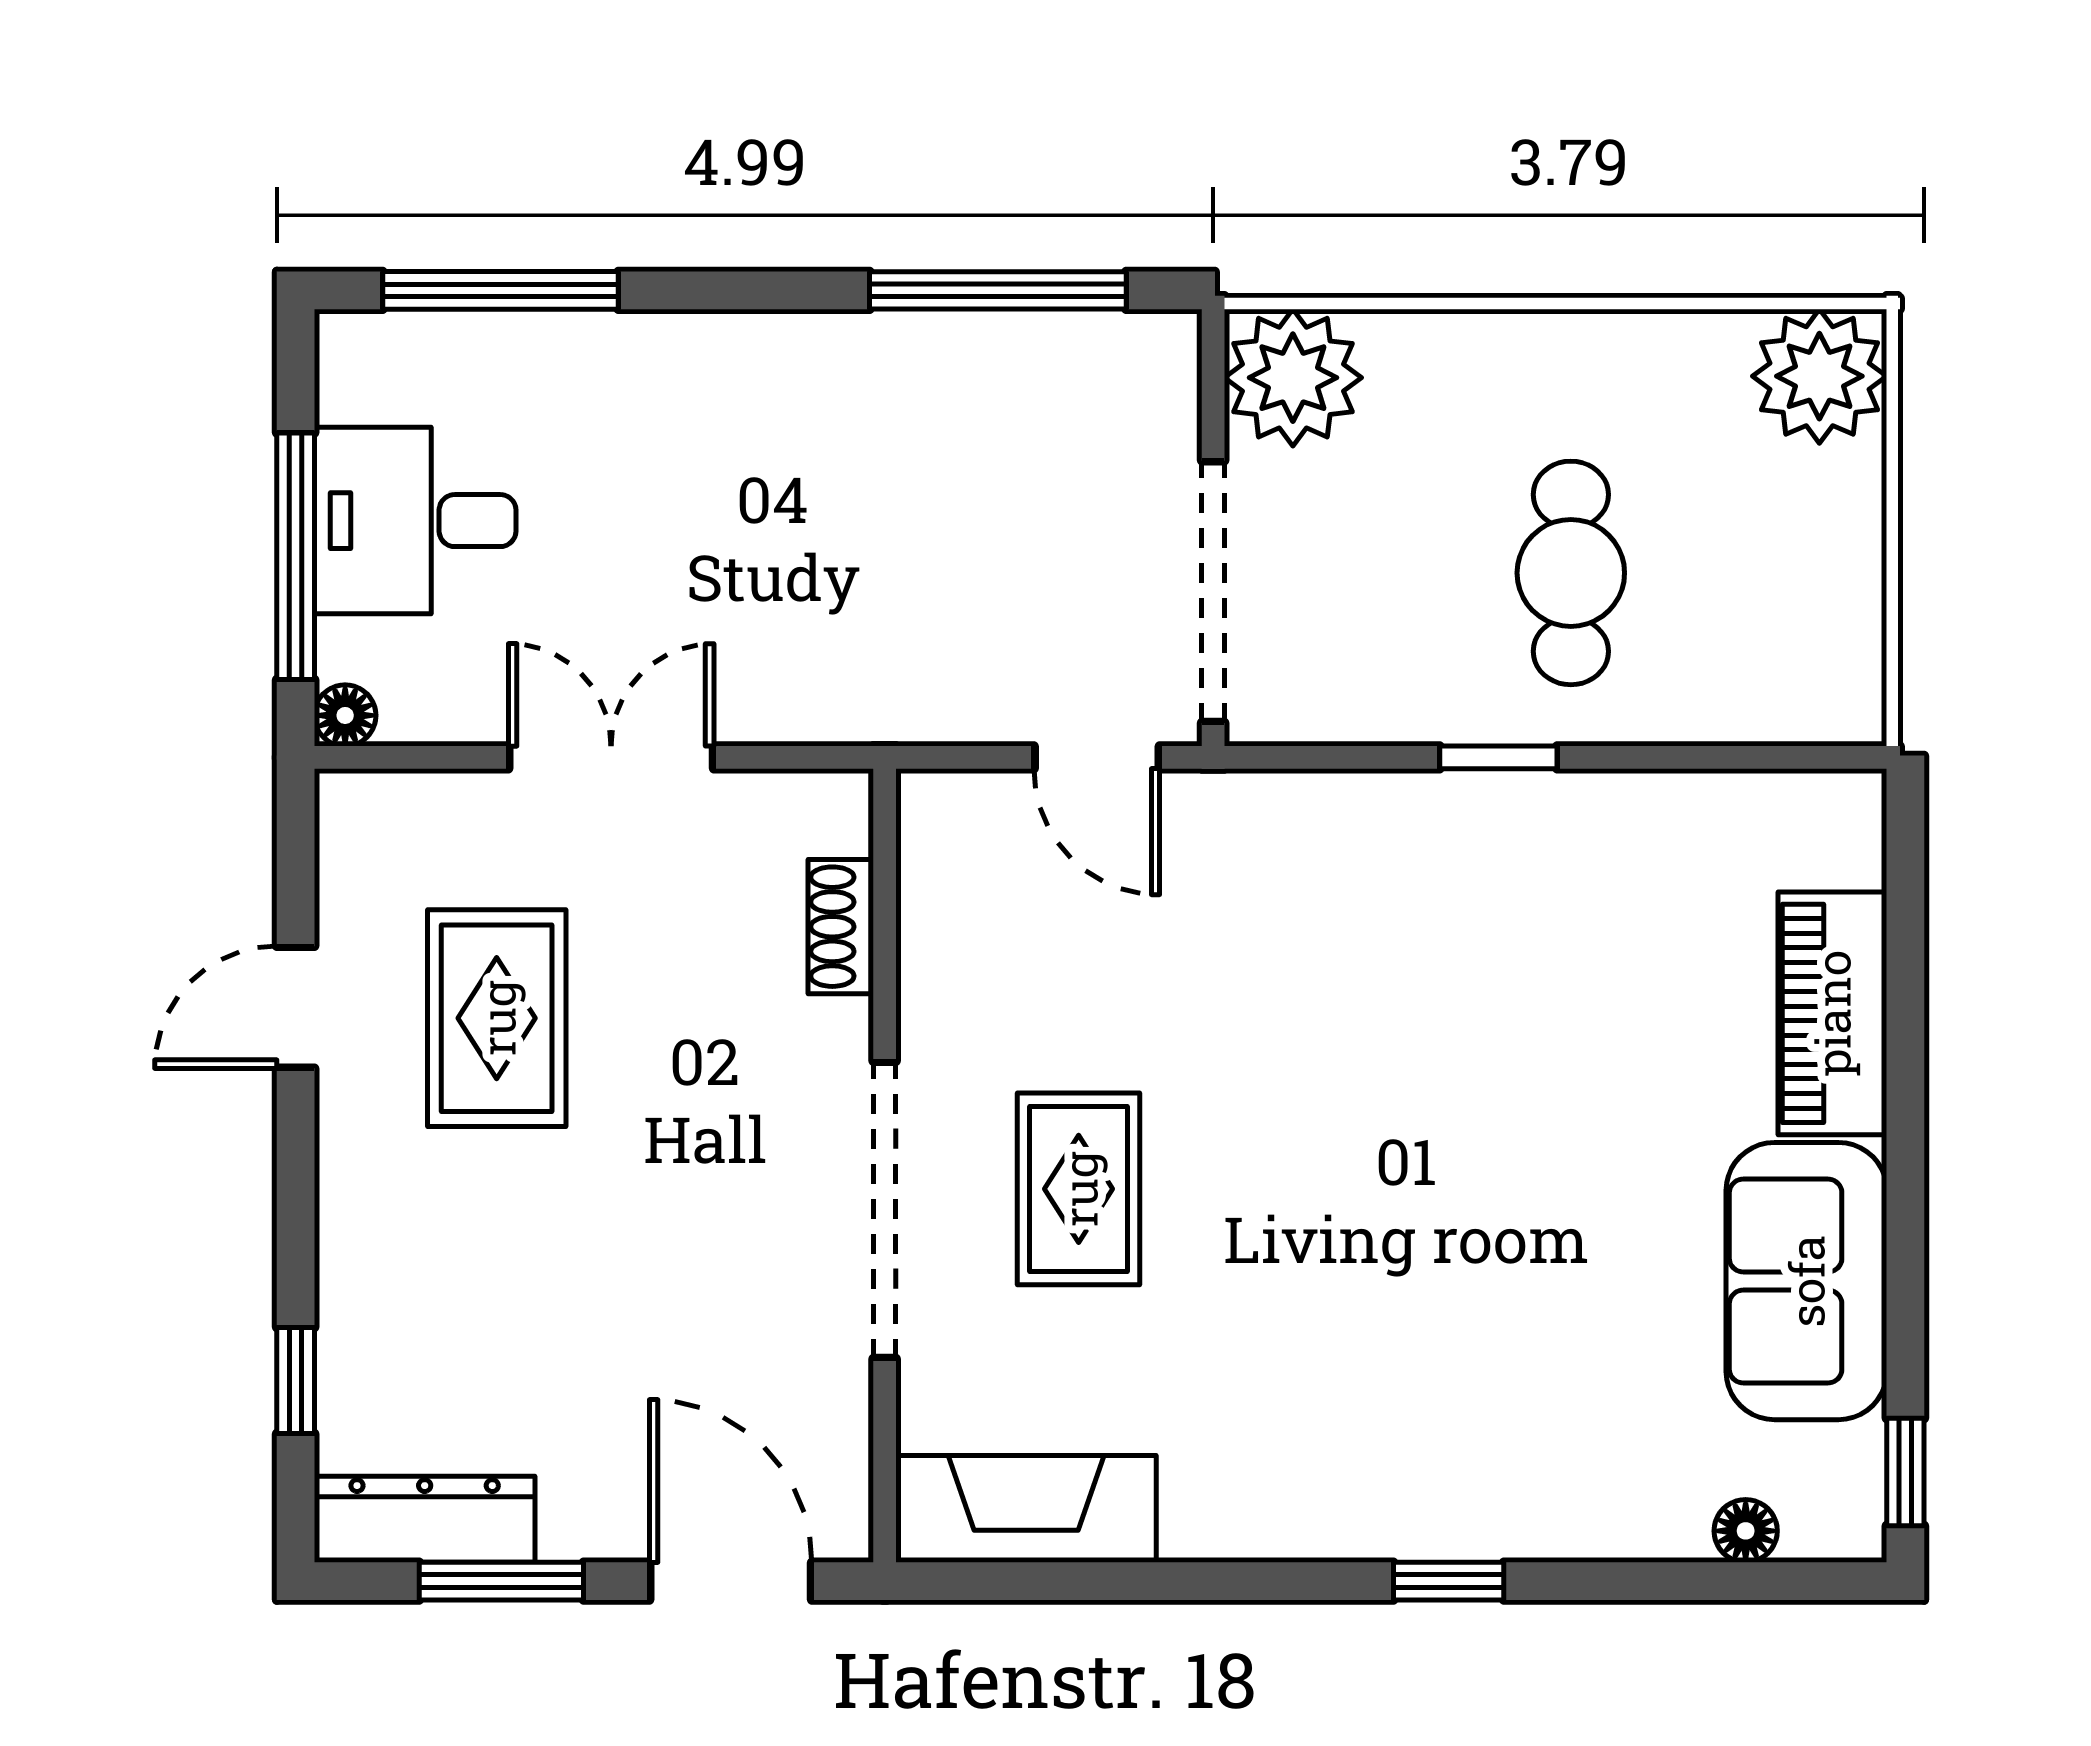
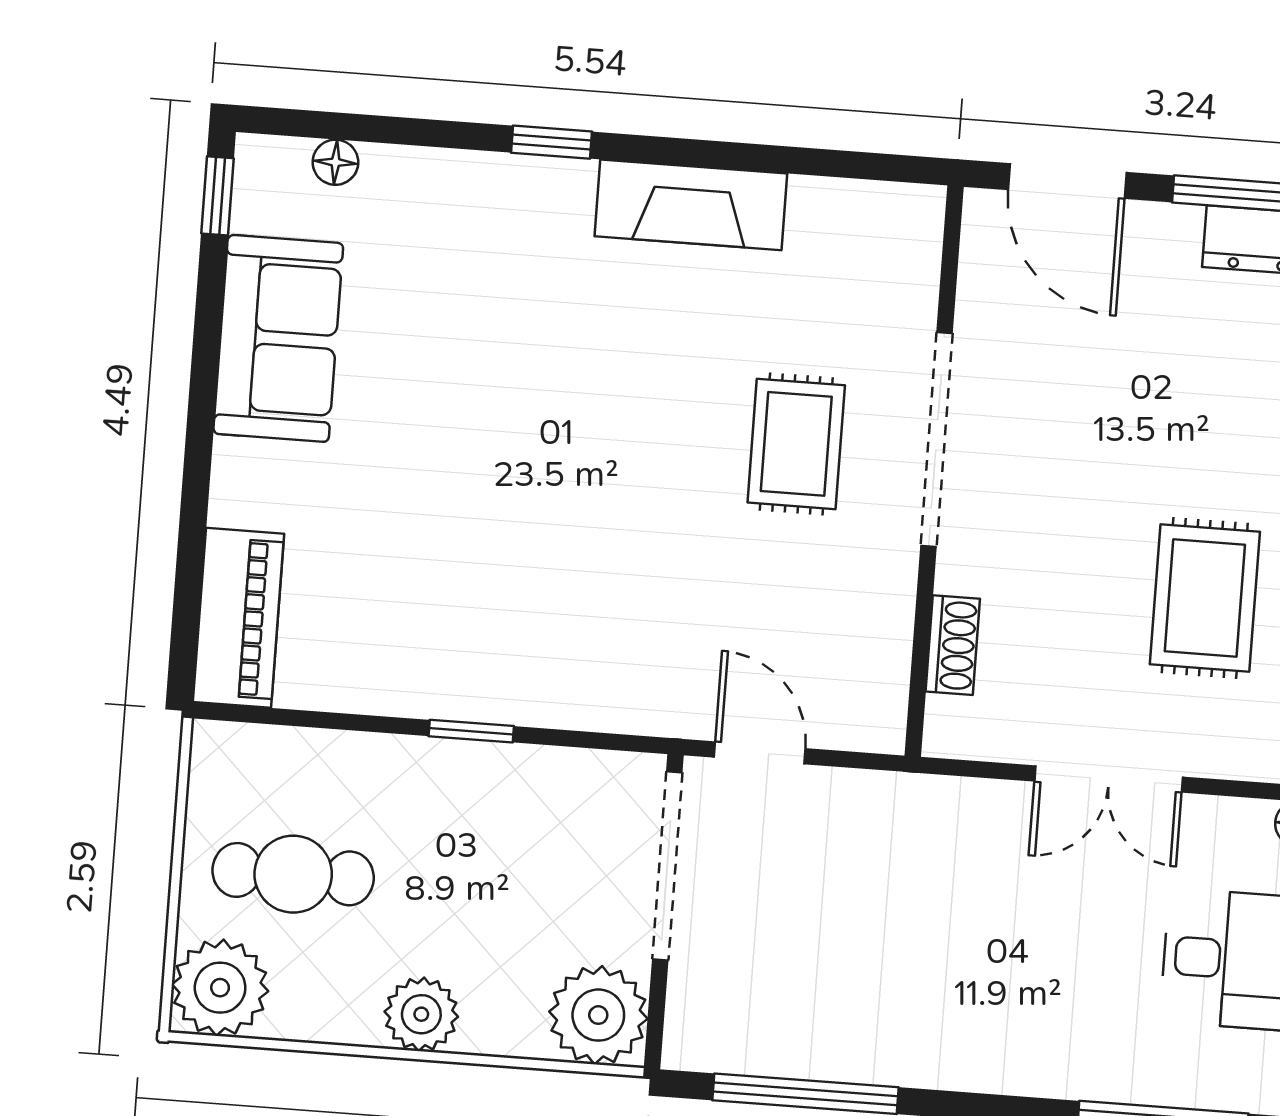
plant: (1538, 360) -> (421, 1014), added
cafe table: (1571, 573) -> (293, 874), moved, turned 90
piano: (1832, 1013) -> (239, 618), moved
fireplace: (1026, 1509) -> (691, 205), moved

